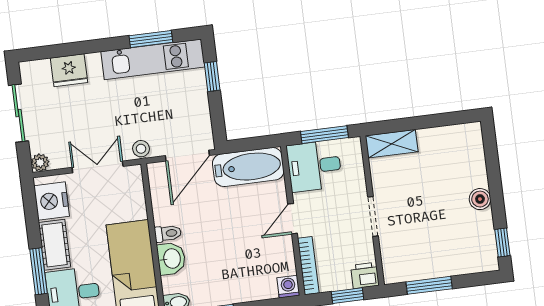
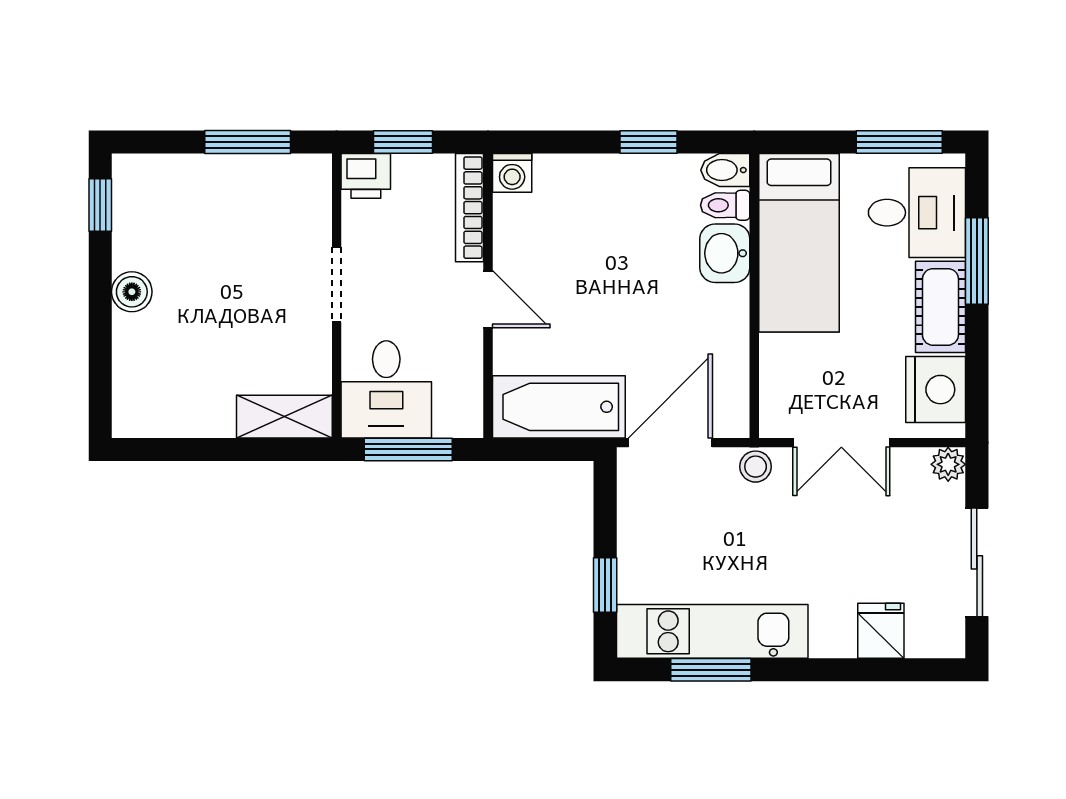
fridge: (69, 70) -> (881, 631), width x0.72
desk: (314, 166) -> (386, 389), moved, turned 90
door: (293, 219) -> (488, 299), hinge flipped
toilet: (168, 233) -> (725, 205), moved

